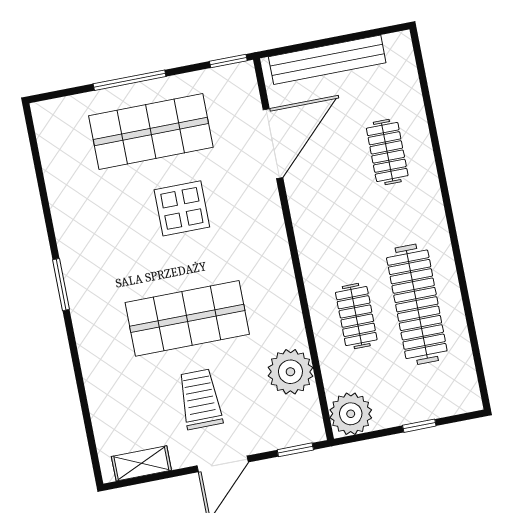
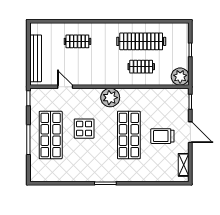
door: (273, 144) -> (65, 87), width x0.53
plant: (290, 372) -> (110, 98), moved

